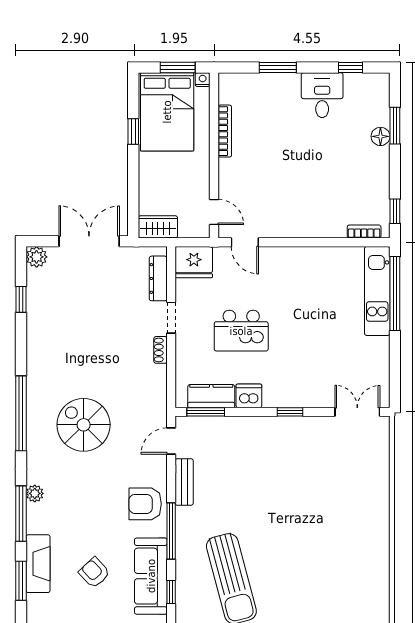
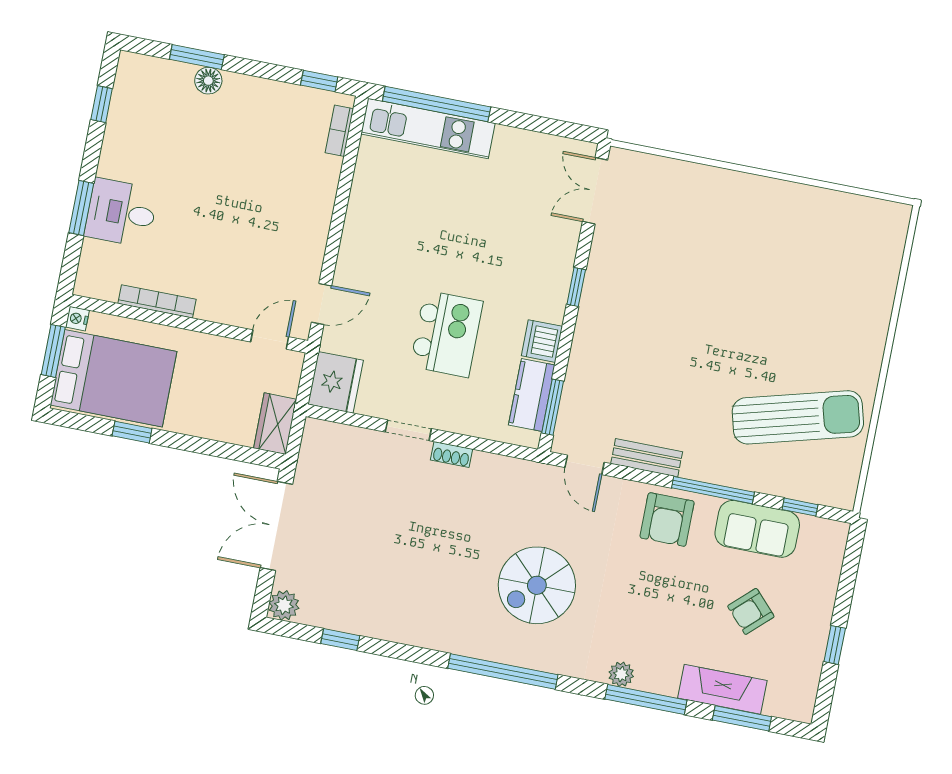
desk: (322, 95) -> (121, 213), moved
dresser: (158, 278) -> (349, 438), removed
sofa: (151, 576) -> (757, 529), width x0.73

